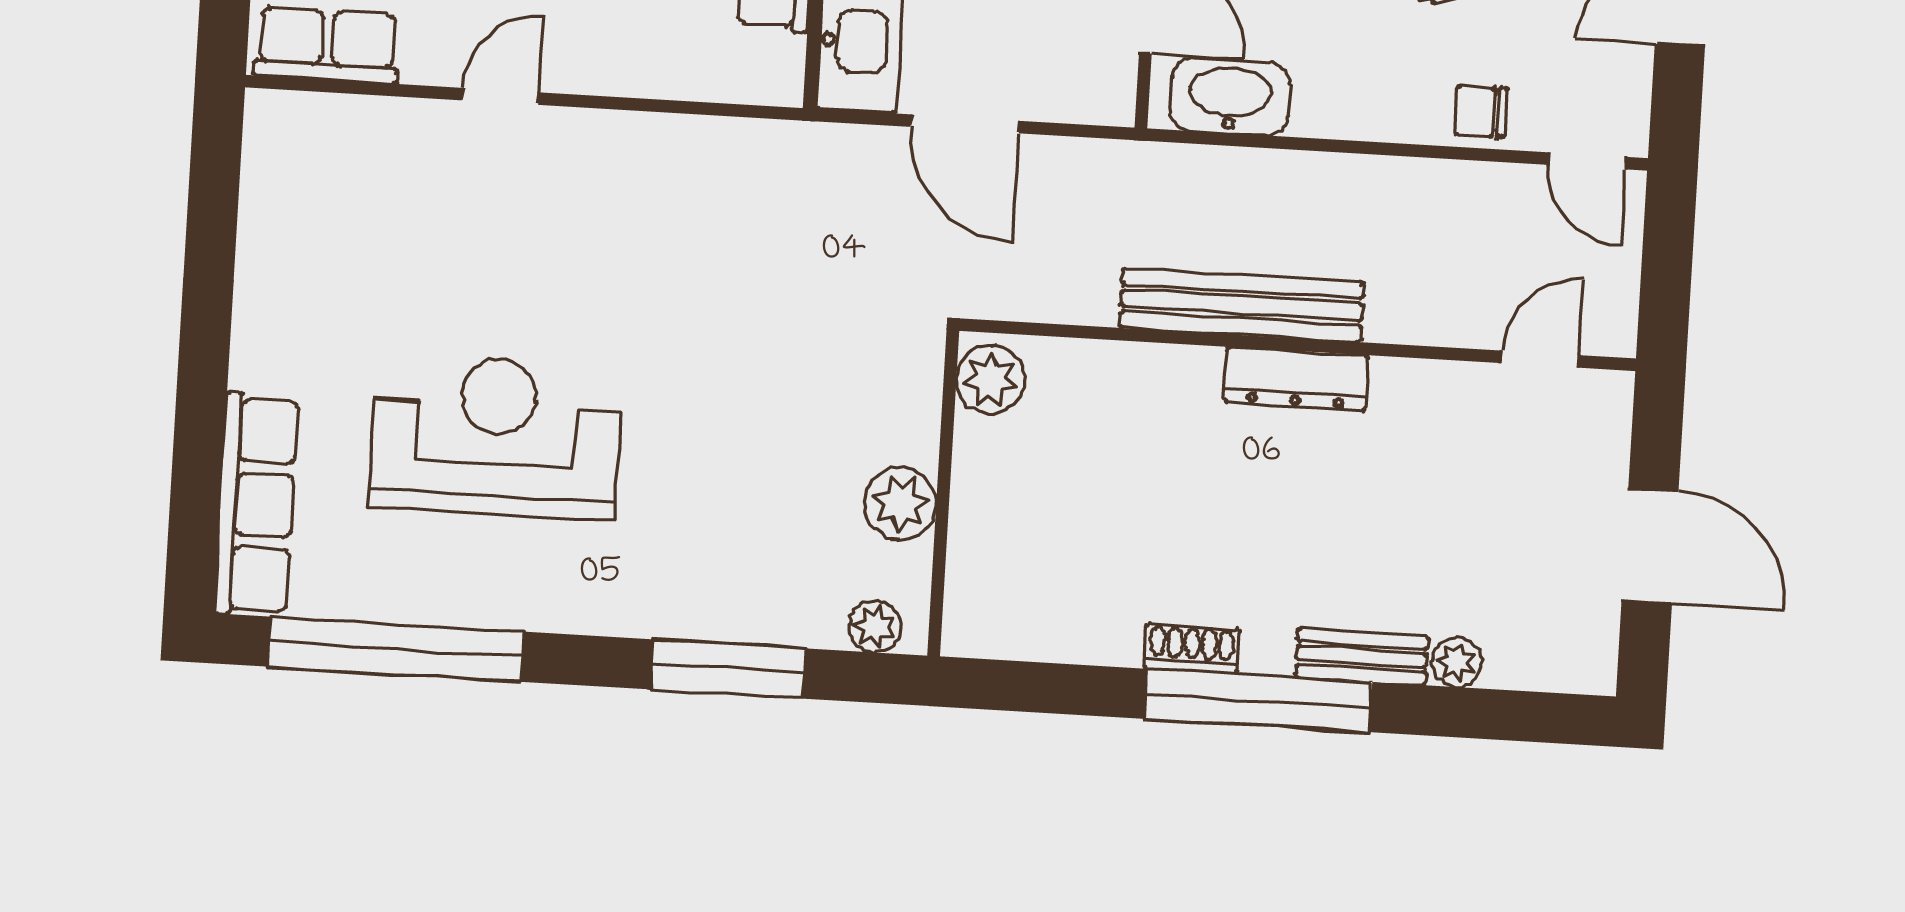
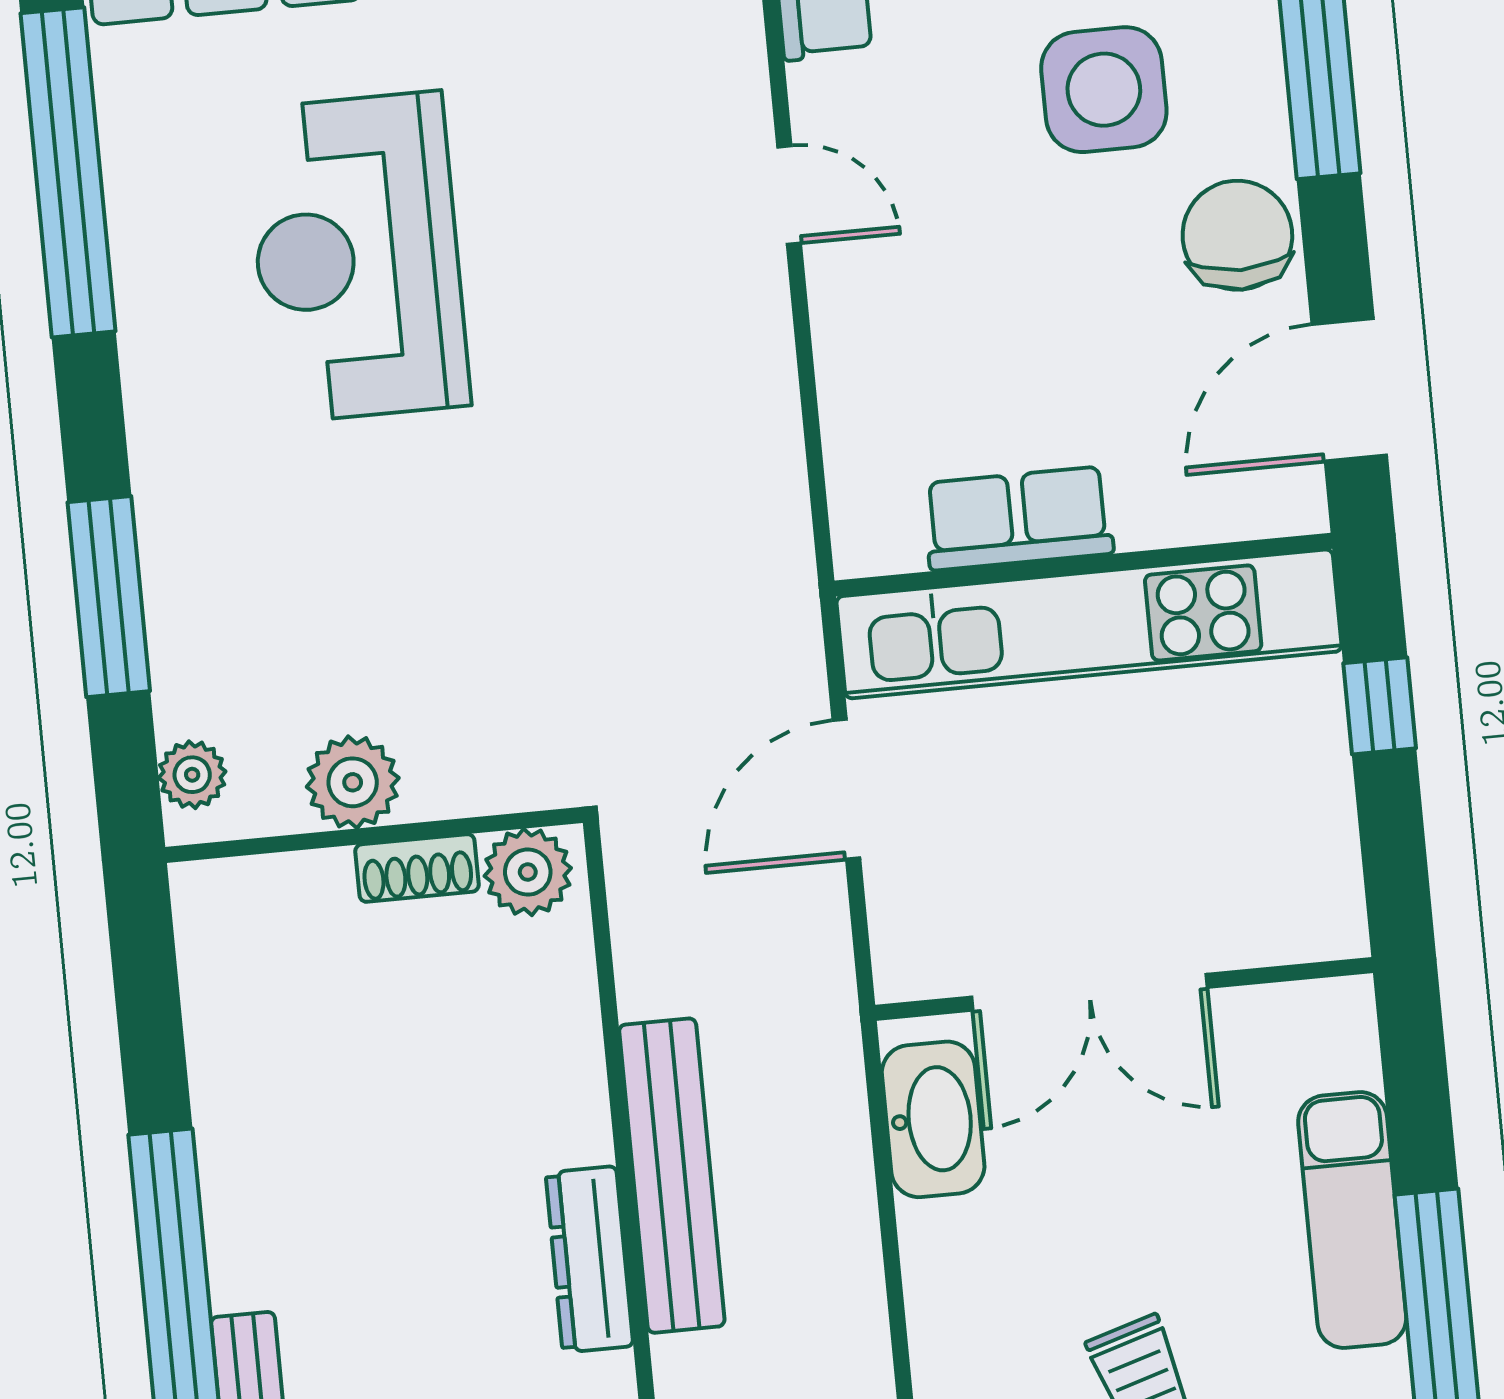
reception desk: (496, 437) -> (357, 257), turned 180
shoe rack: (1192, 649) -> (417, 868), moved, turned 90

